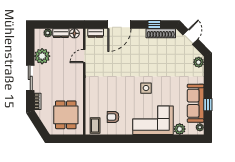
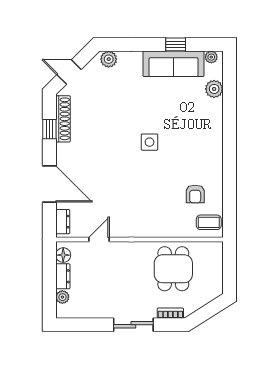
plant: (42, 56) -> (99, 306), removed
door: (84, 56) -> (99, 239), swing flipped
dining table: (66, 115) -> (173, 269), moved, turned 90
corner sofa: (153, 120) -> (200, 131), removed

